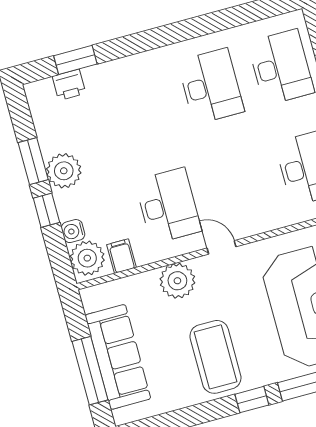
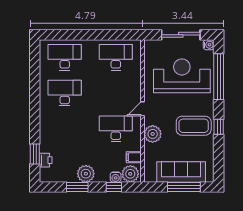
window: (46, 210) -> (114, 187), moved
window: (252, 400) -> (219, 127), moved

